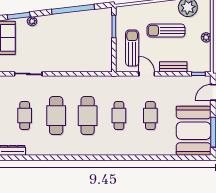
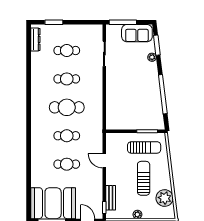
sun lounger: (132, 48) -> (144, 147), moved
bench: (173, 67) -> (111, 198), moved
door: (147, 74) -> (104, 161), swing flipped
cafe table: (56, 116) -> (67, 79), width x0.73, depth x0.74

